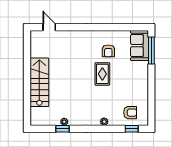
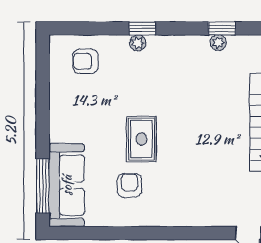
sofa: (139, 46) -> (67, 185), width x1.36
window: (132, 129) -> (142, 28), moved

